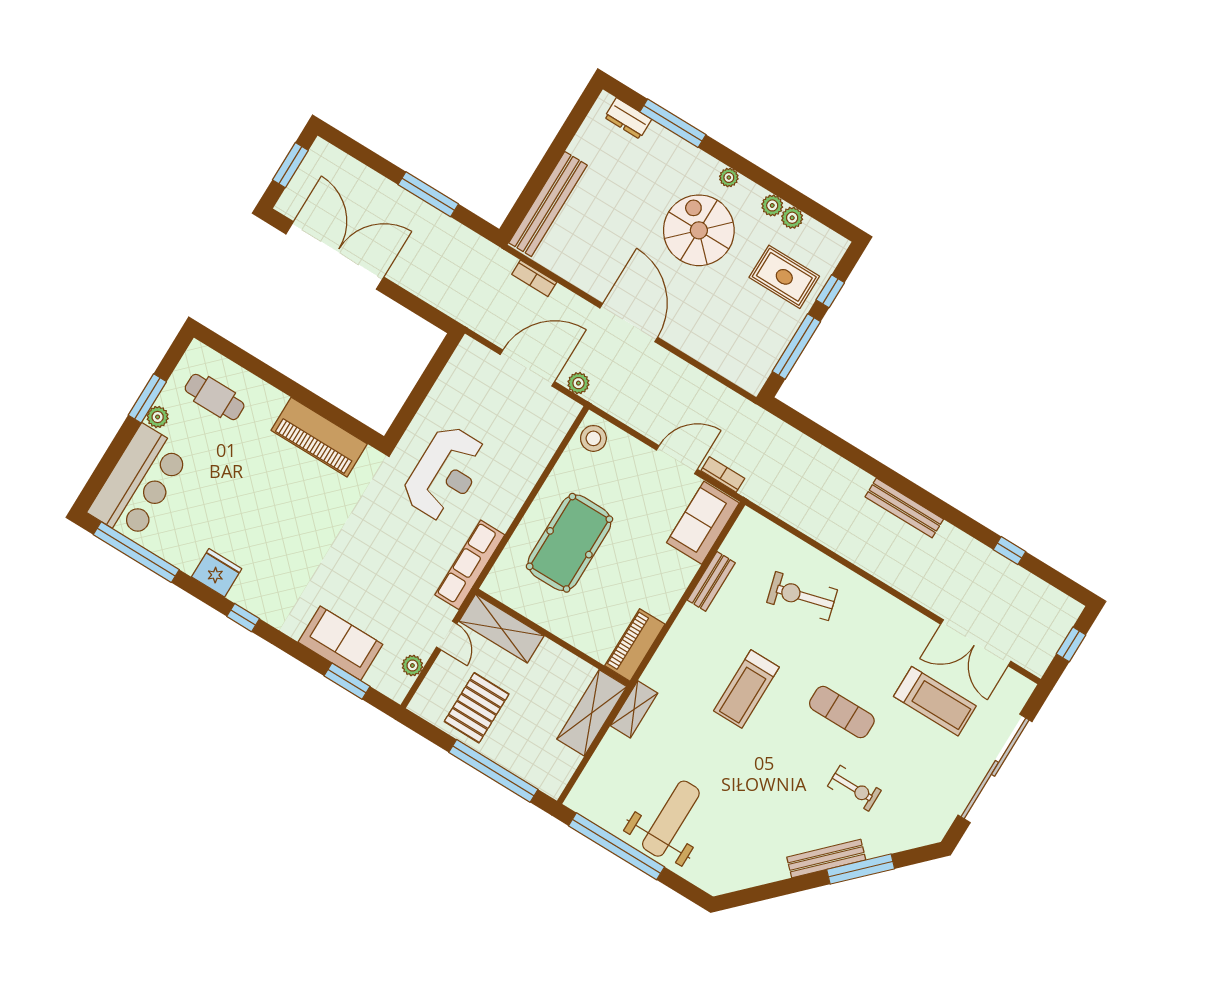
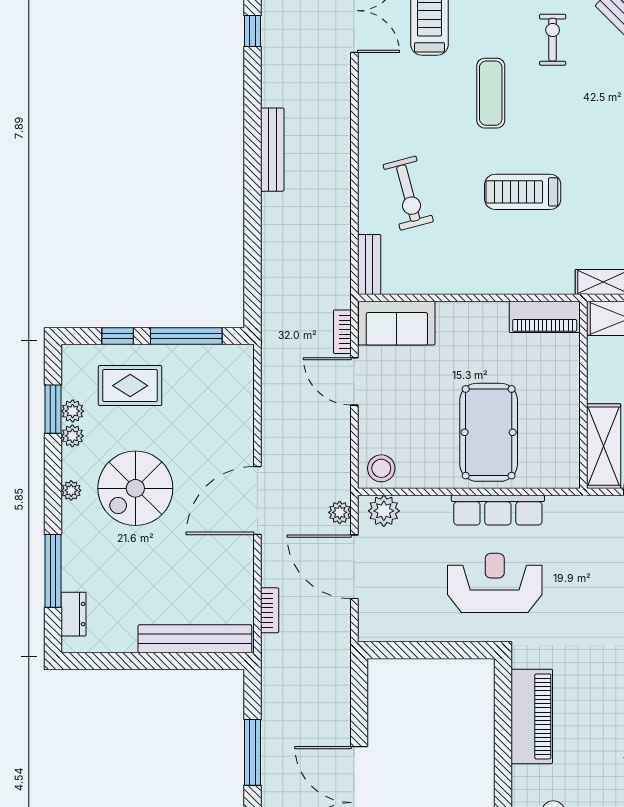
window: (803, 203) -> (53, 409), added
rug: (784, 277) -> (130, 386), turned 90
plant: (558, 419) -> (384, 511), added
pool table: (569, 543) -> (489, 432), turned 90
row of seats: (470, 565) -> (498, 510), moved
bench: (711, 581) -> (369, 264), moved, turned 90
treadmill: (746, 689) -> (523, 192), turned 180

